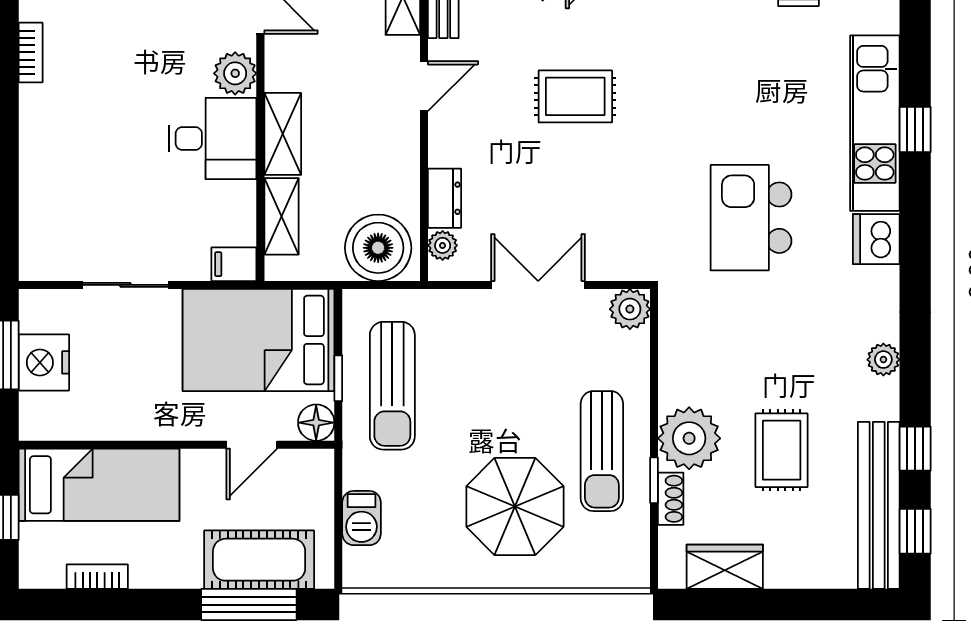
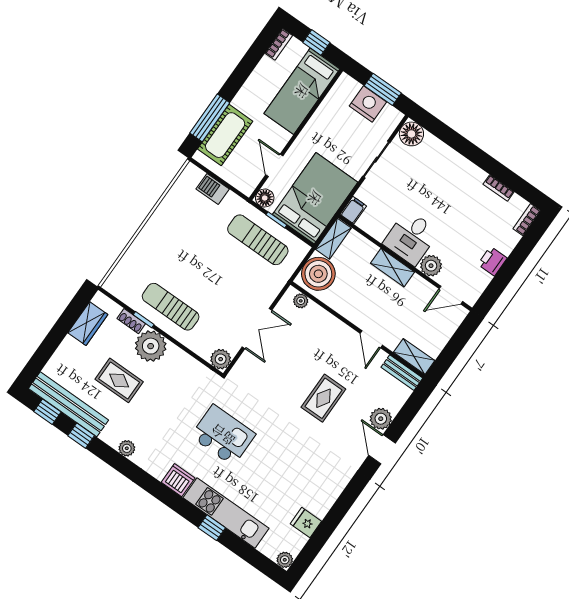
dresser: (445, 198) -> (319, 315), removed
shelving: (281, 216) -> (333, 239), moved, turned 90
floor lamp: (43, 257) -> (411, 134), added
parasol: (515, 506) -> (173, 255), removed
bookcase: (97, 577) -> (279, 44), moved

